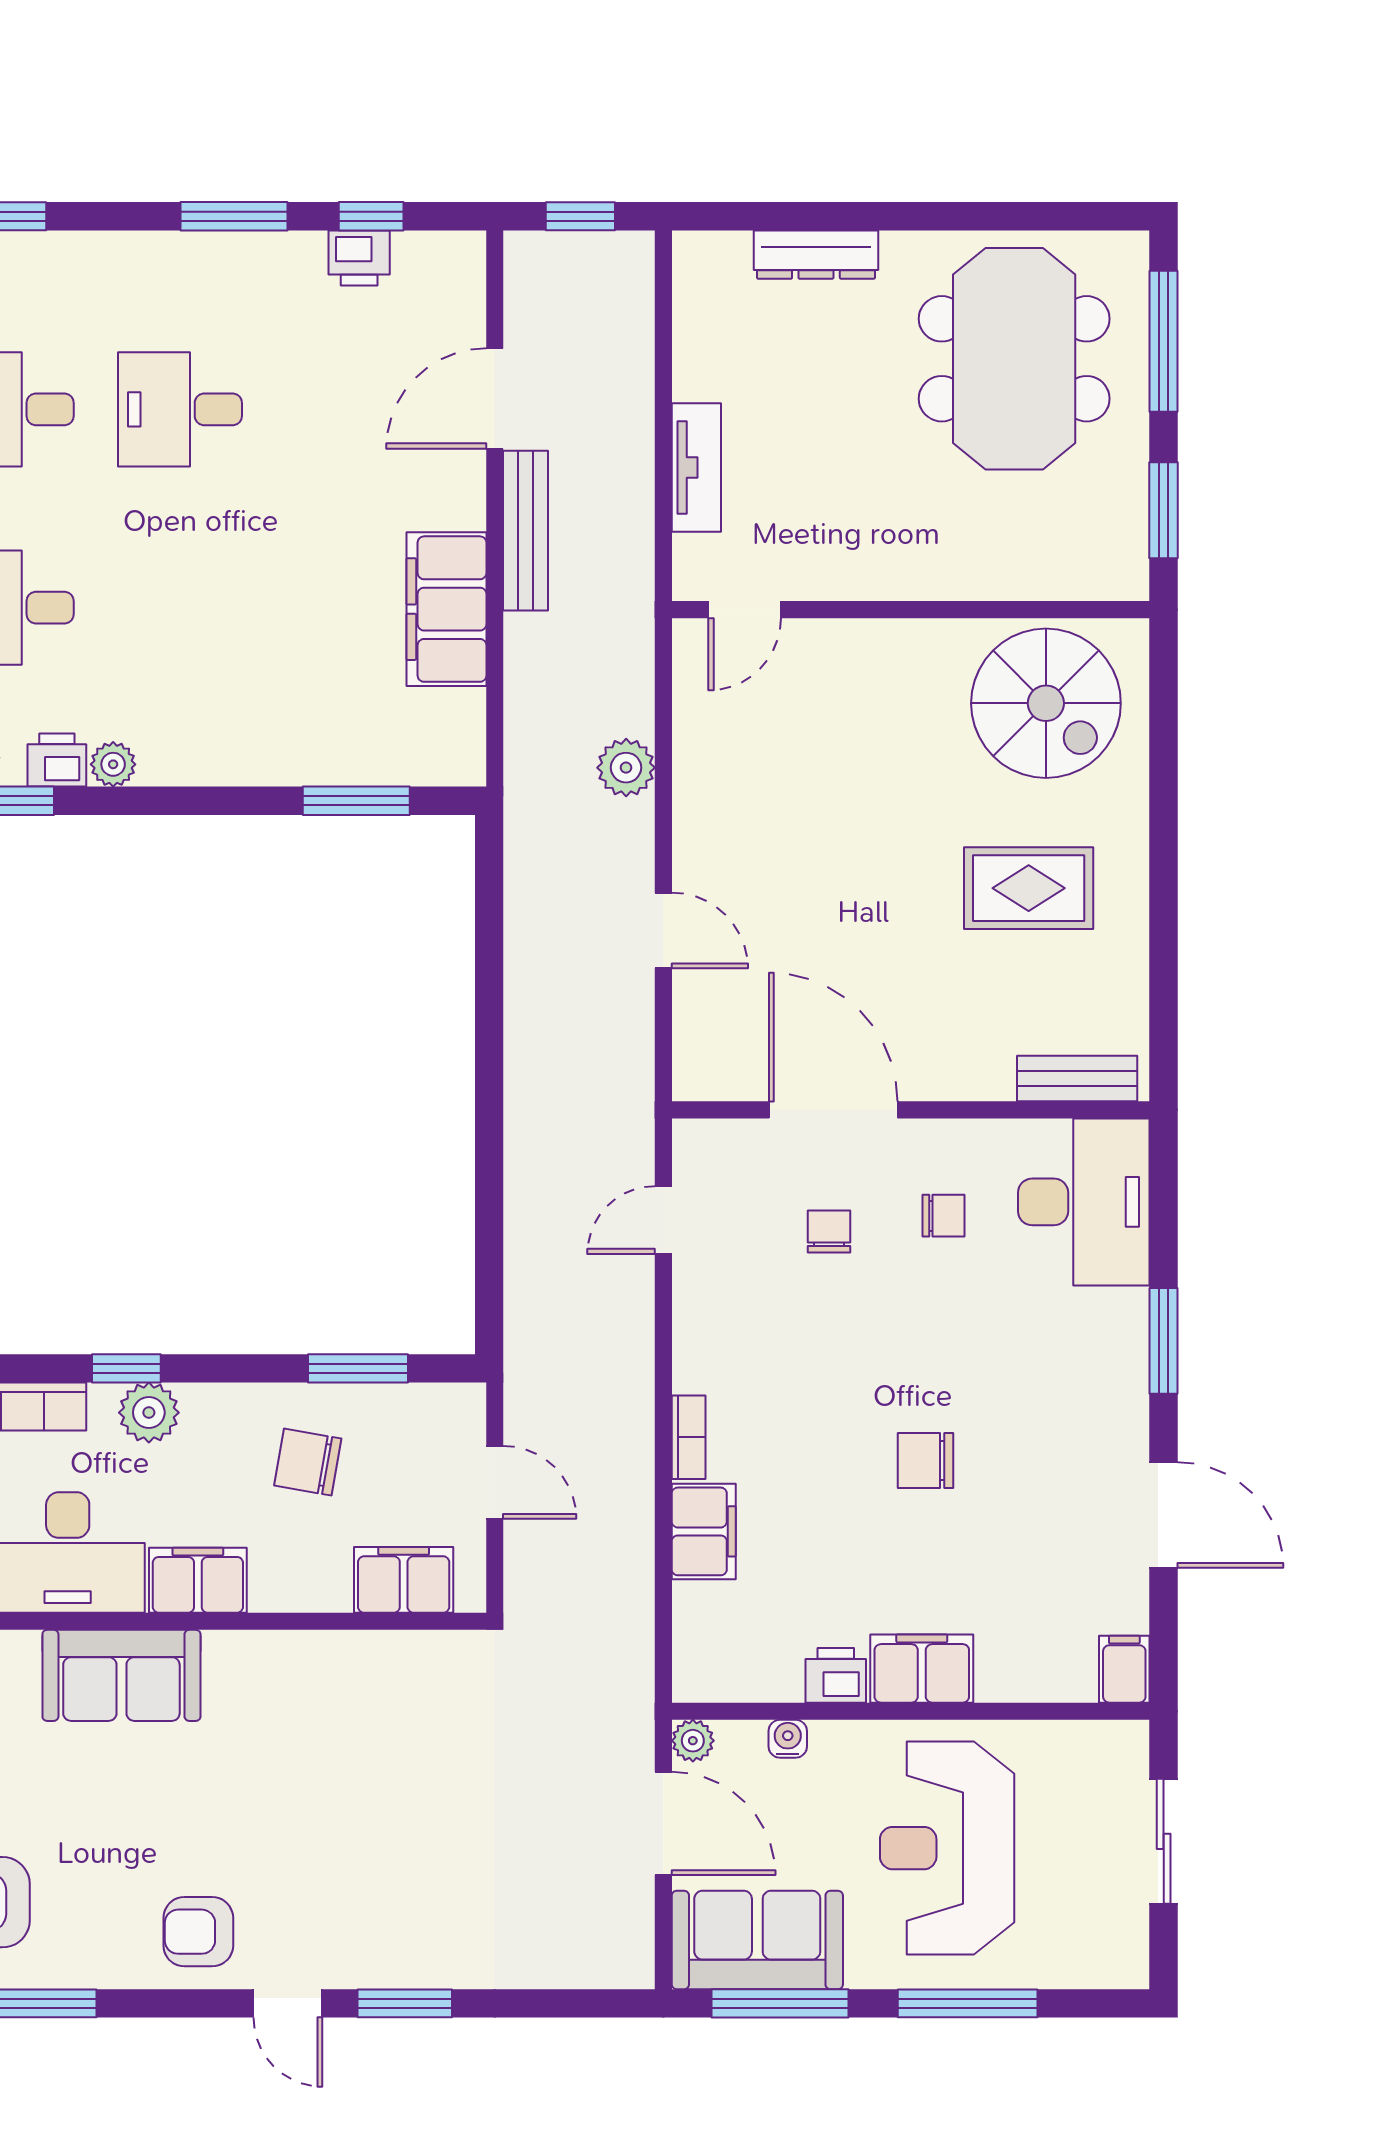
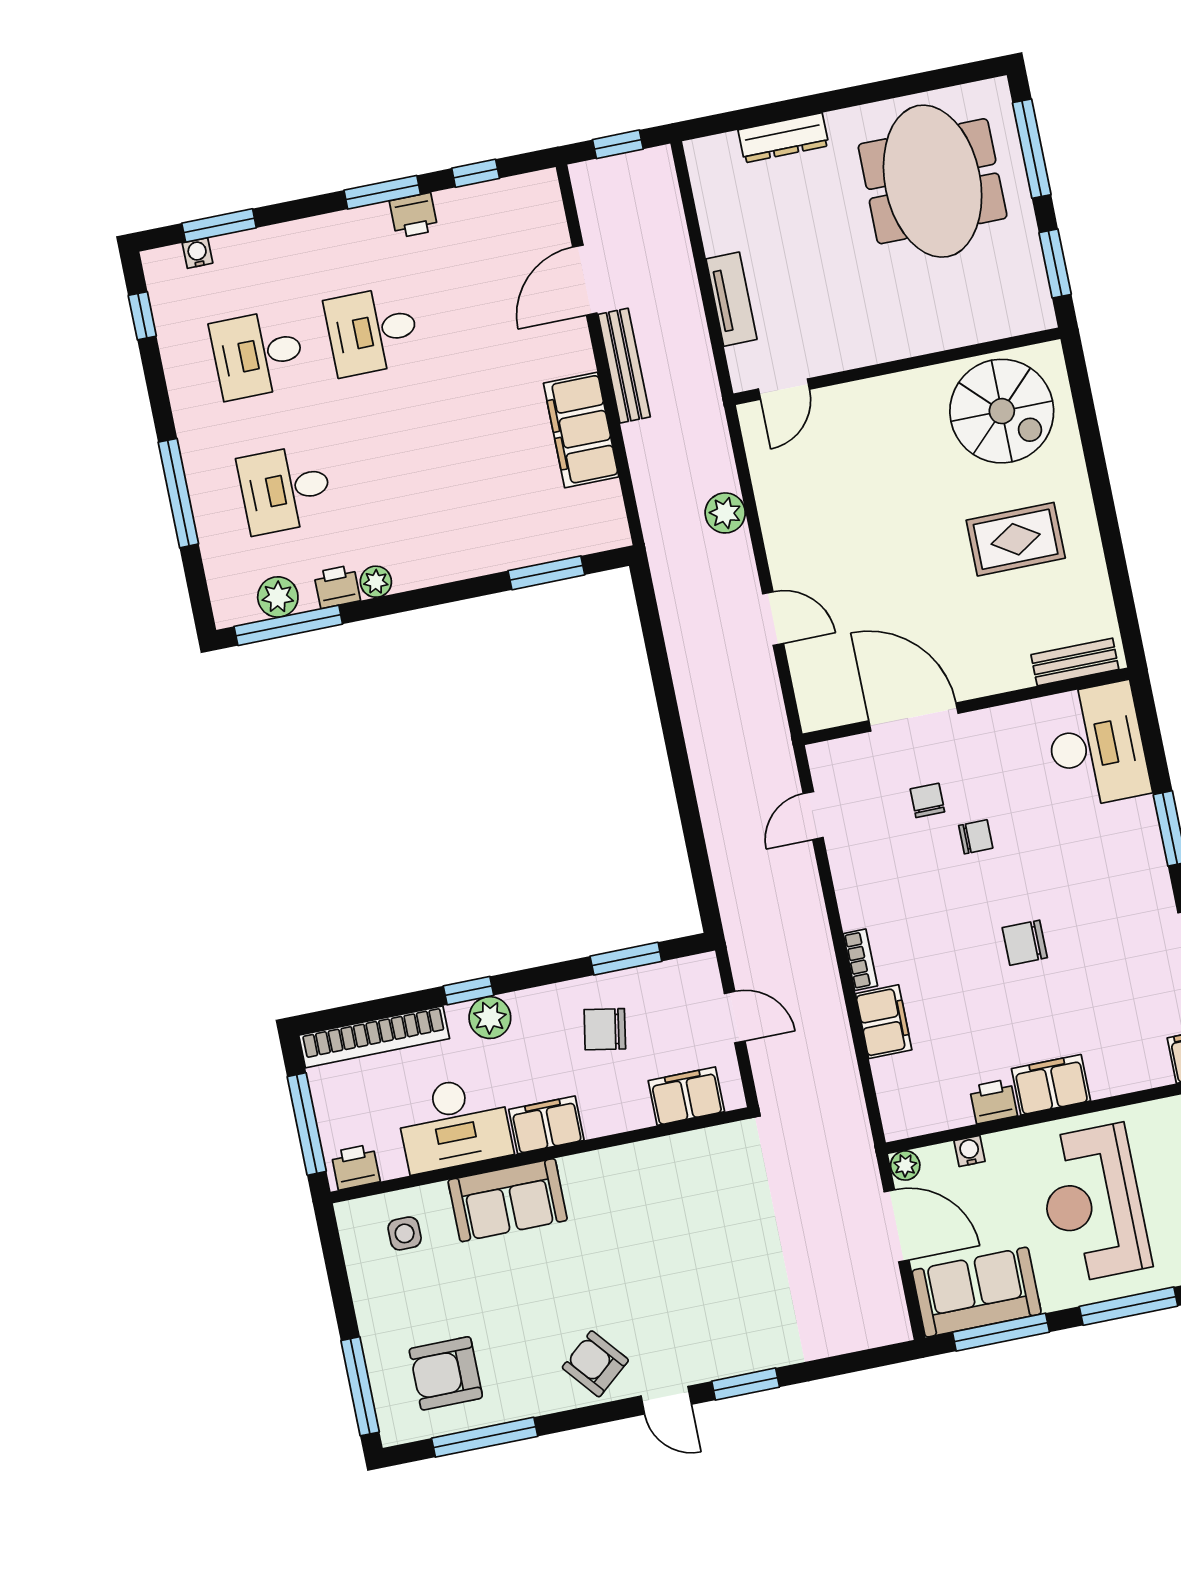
printer: (359, 258) -> (414, 215), moved
chair: (943, 1216) -> (976, 837), moved
armchair: (198, 1932) -> (595, 1364), turned 50

